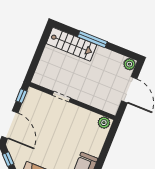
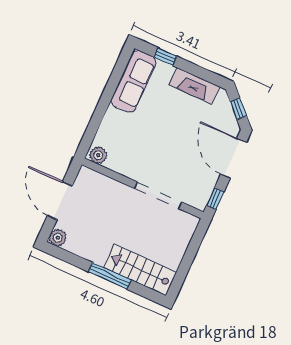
doorway: (61, 97) -> (158, 195), width x1.88

